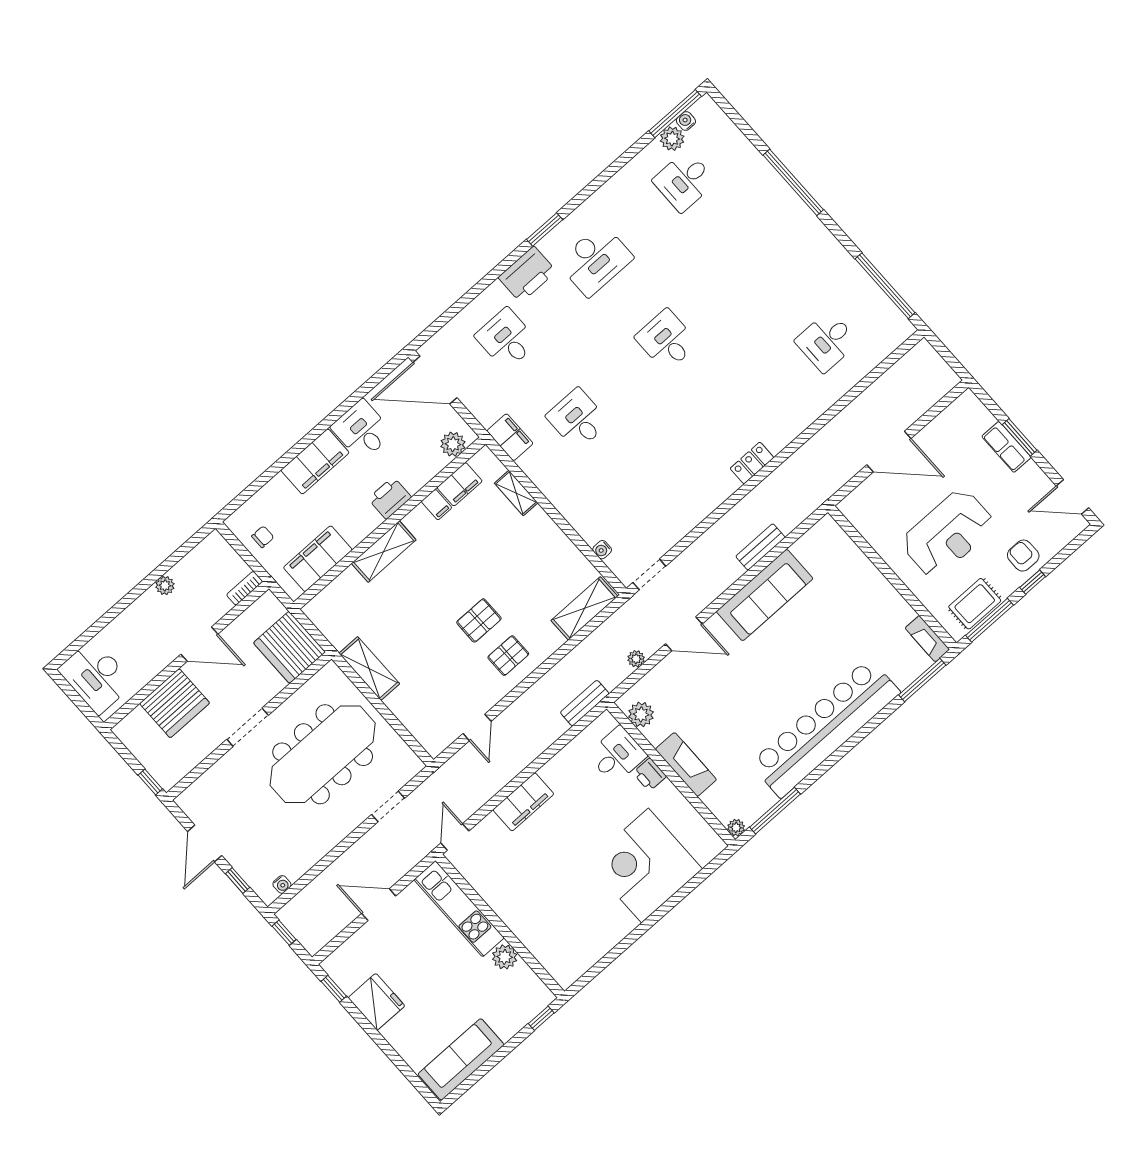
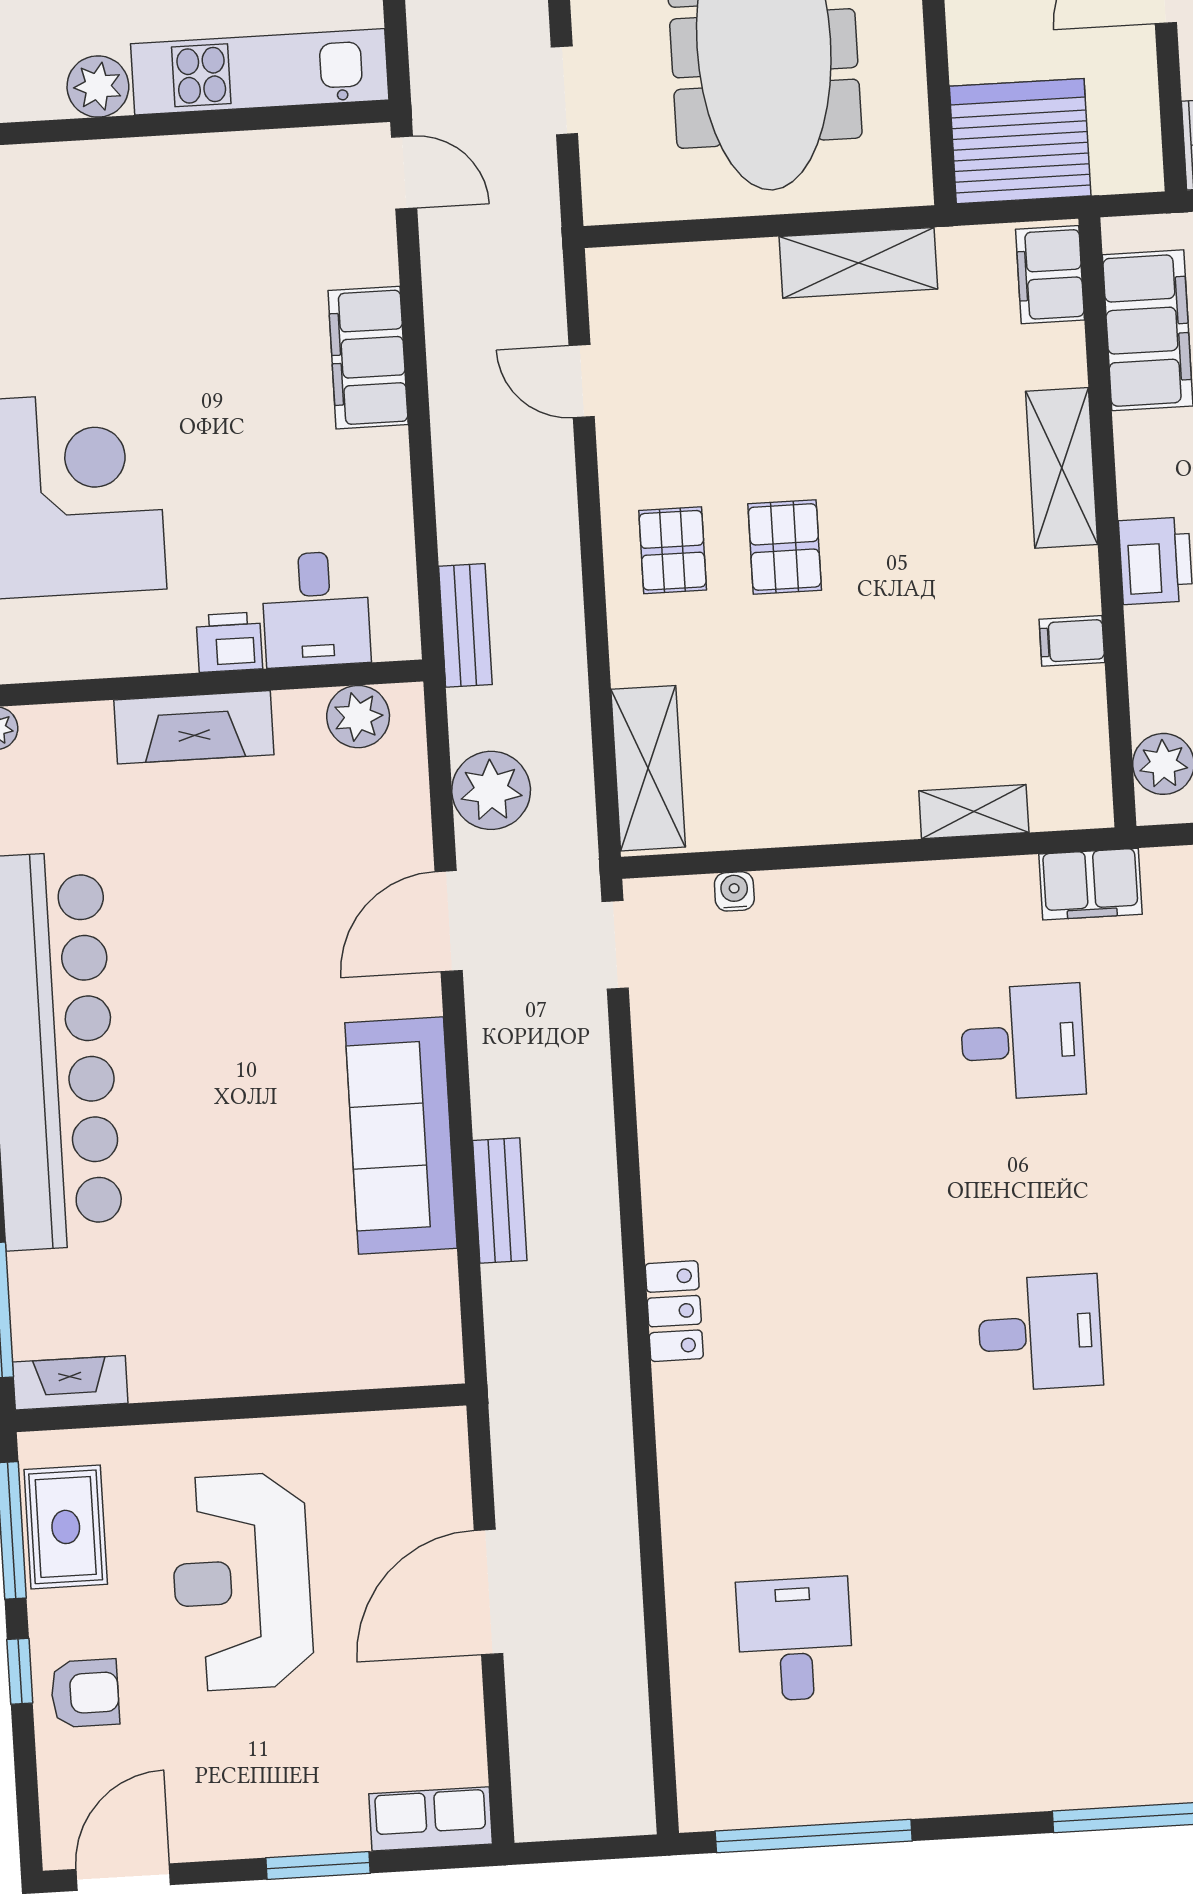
row of seats: (1006, 447) -> (431, 1819), moved
filing cabinet: (460, 484) -> (1050, 275), moved
plant: (636, 659) -> (491, 790), width x1.88, depth x1.88

